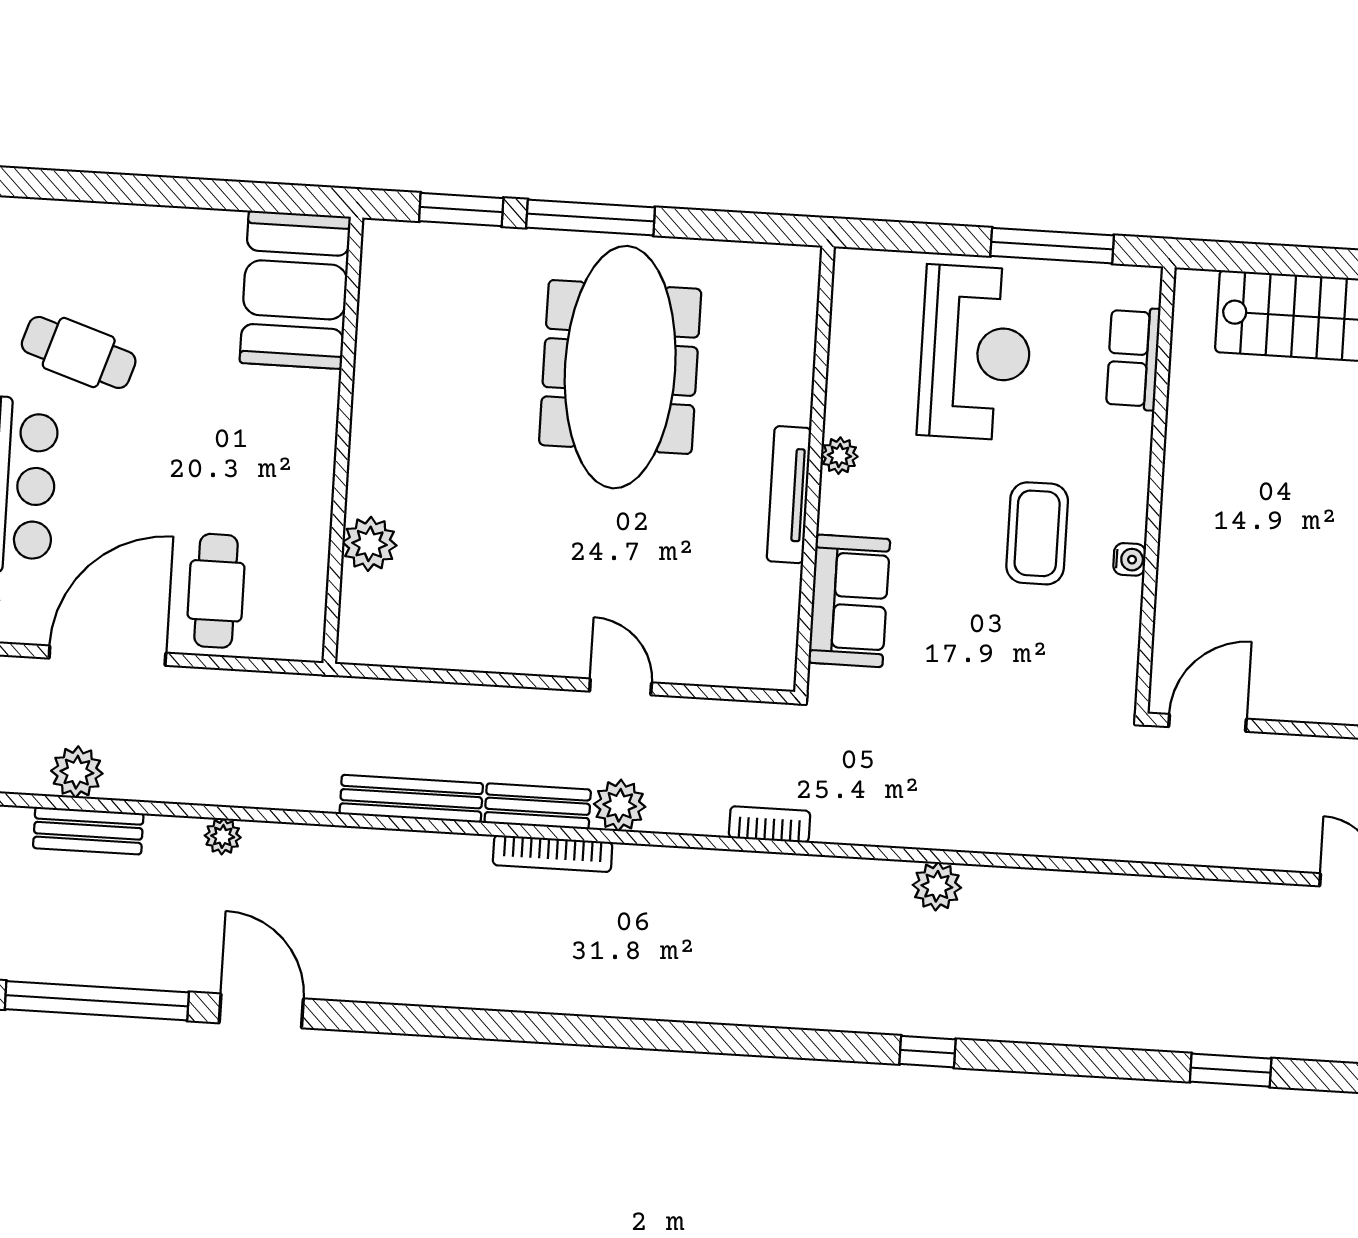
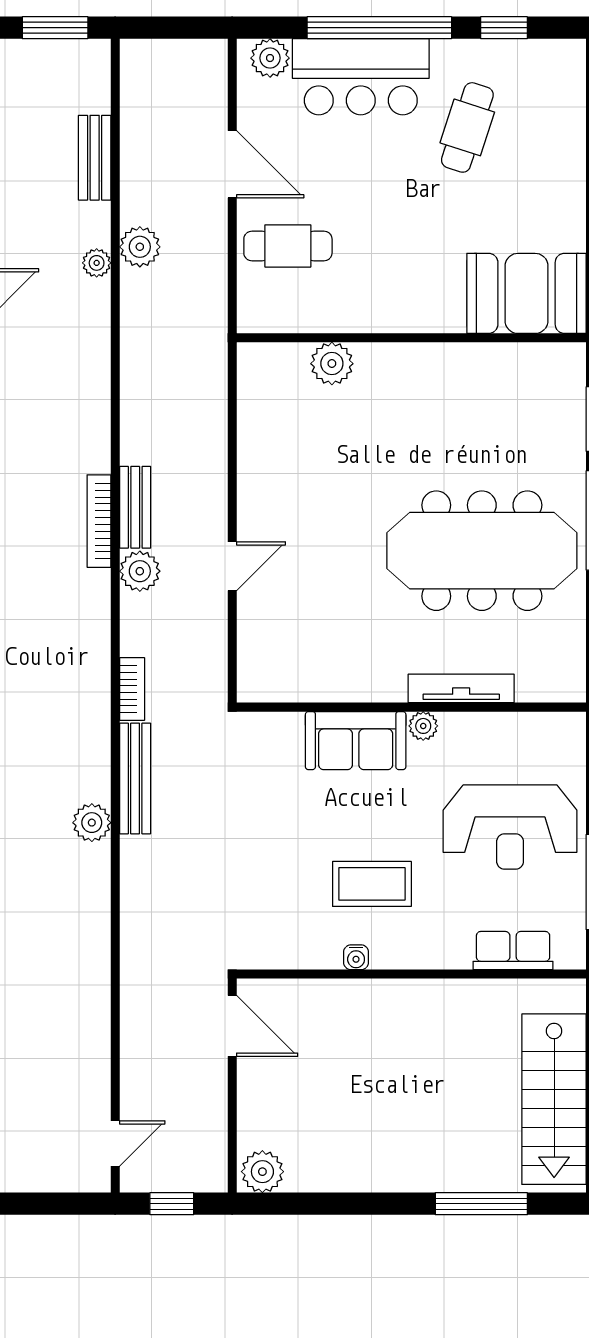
tv unit: (789, 495) -> (461, 688), moved
sofa: (849, 601) -> (356, 741), moved
door: (107, 656) -> (232, 164), width x0.73
plant: (77, 772) -> (140, 247), moved
bench: (411, 799) -> (135, 778), moved

